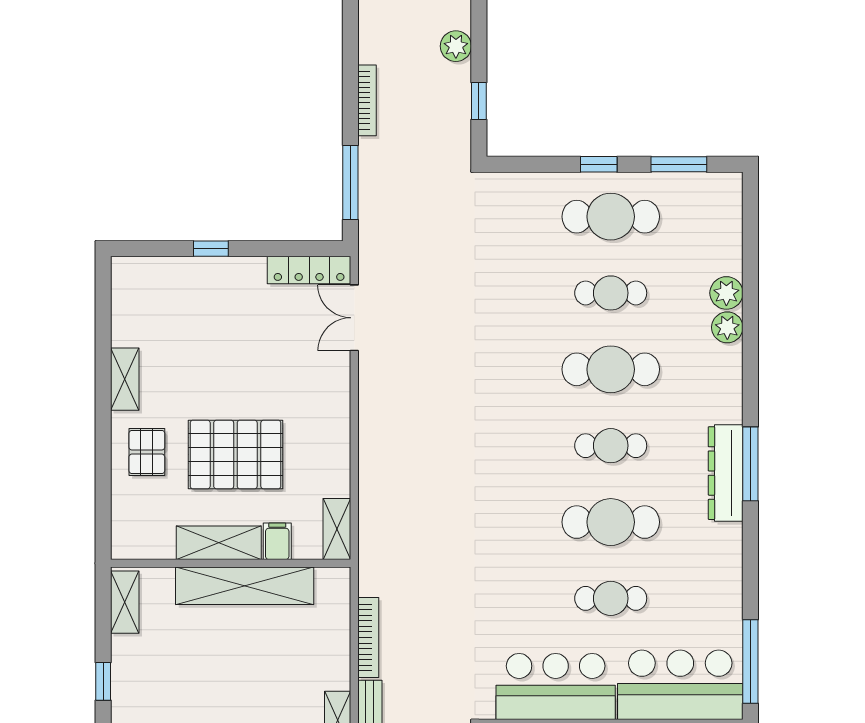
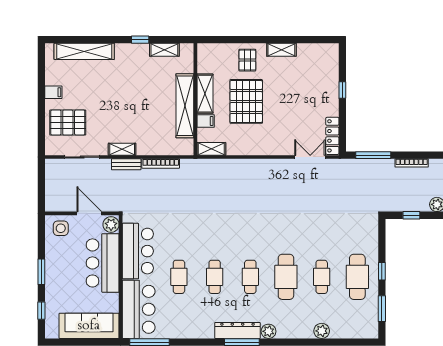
plant: (727, 327) -> (269, 331), moved
pallet: (147, 452) -> (247, 60), turned 90
cafe table: (611, 522) -> (215, 277), width x0.73, depth x0.74
shelving: (125, 602) -> (164, 50), moved

